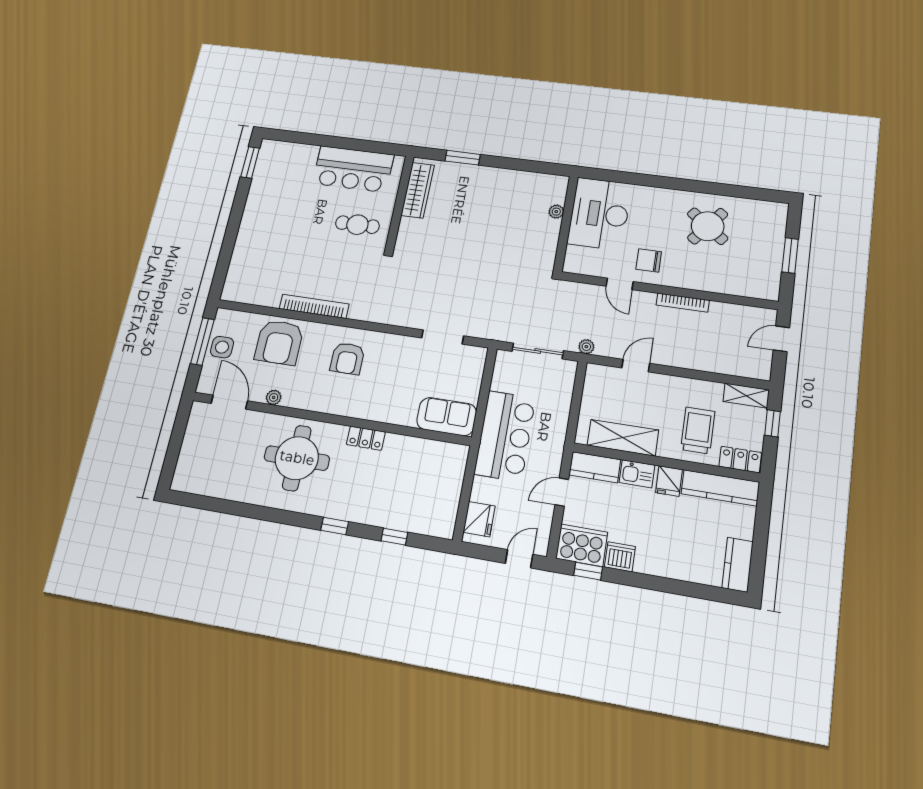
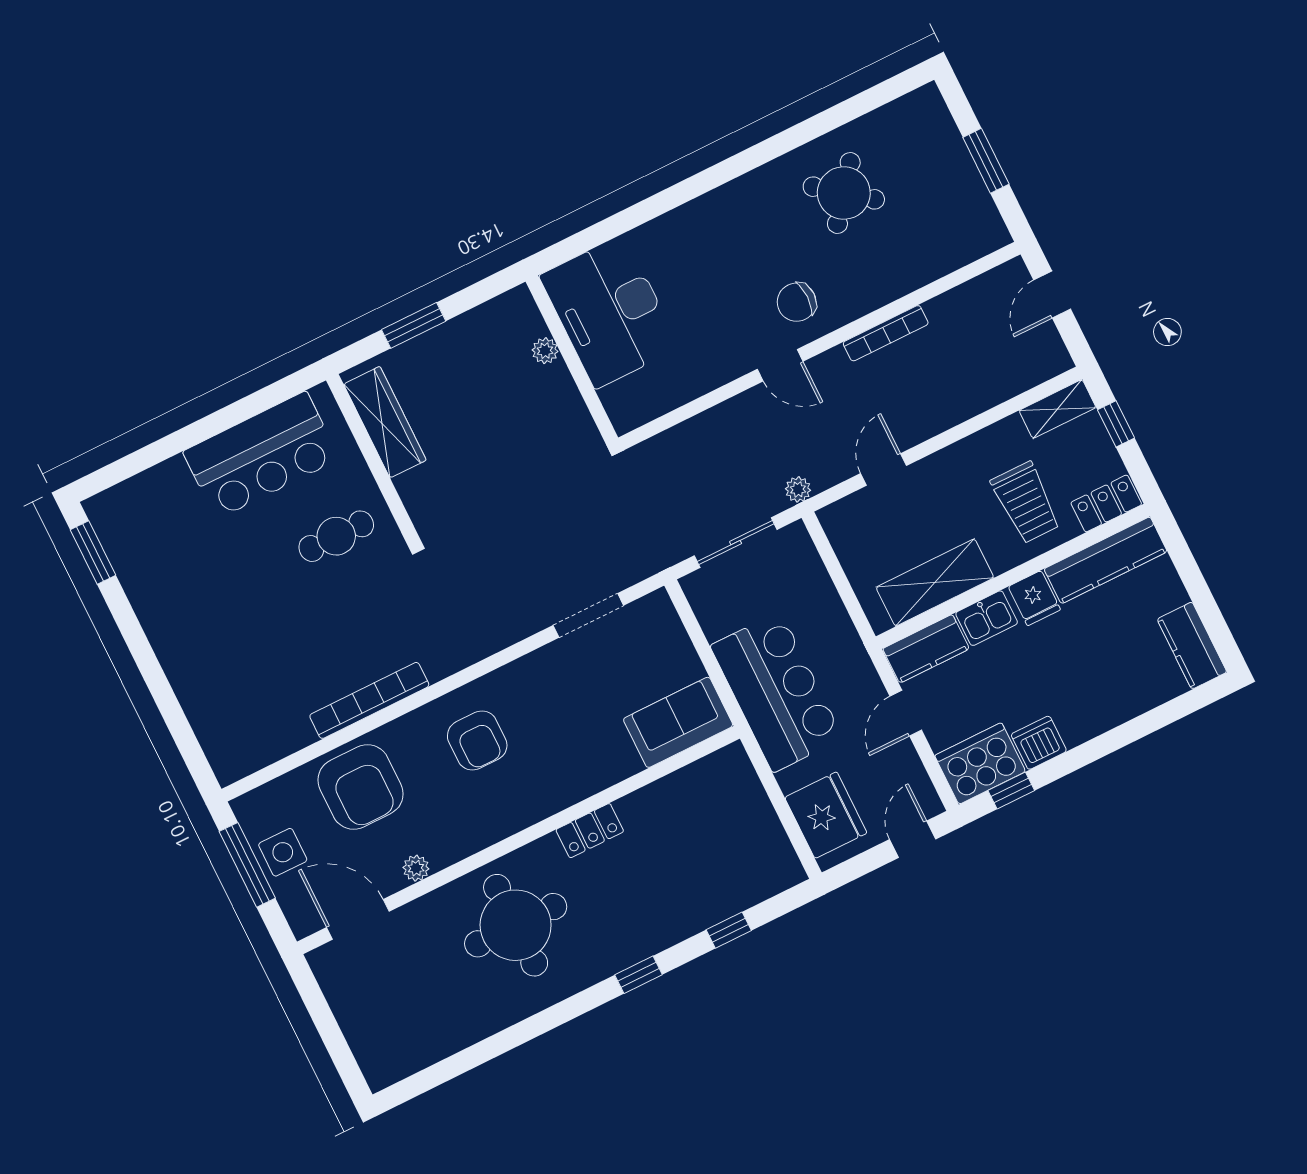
plant: (556, 212) -> (545, 351), moved
desk: (600, 214) -> (610, 312), moved
wall: (566, 223) -> (572, 360), moved
trolley: (698, 430) -> (1026, 503), turned 180
fridge: (479, 519) -> (826, 815), width x1.36, depth x1.34

